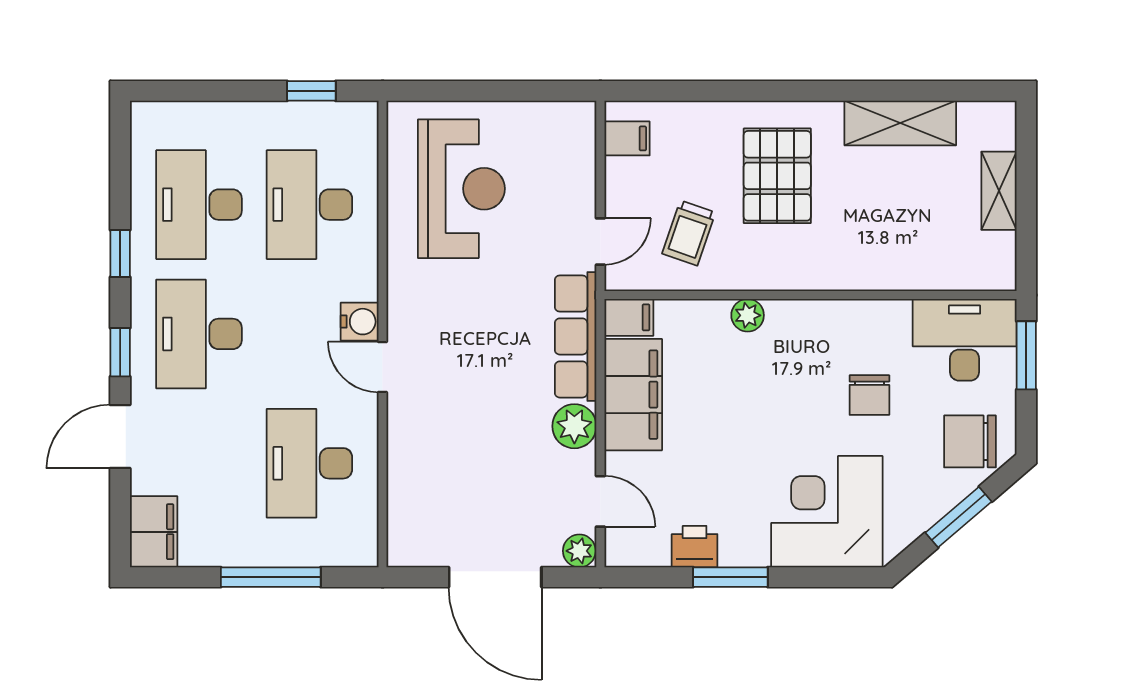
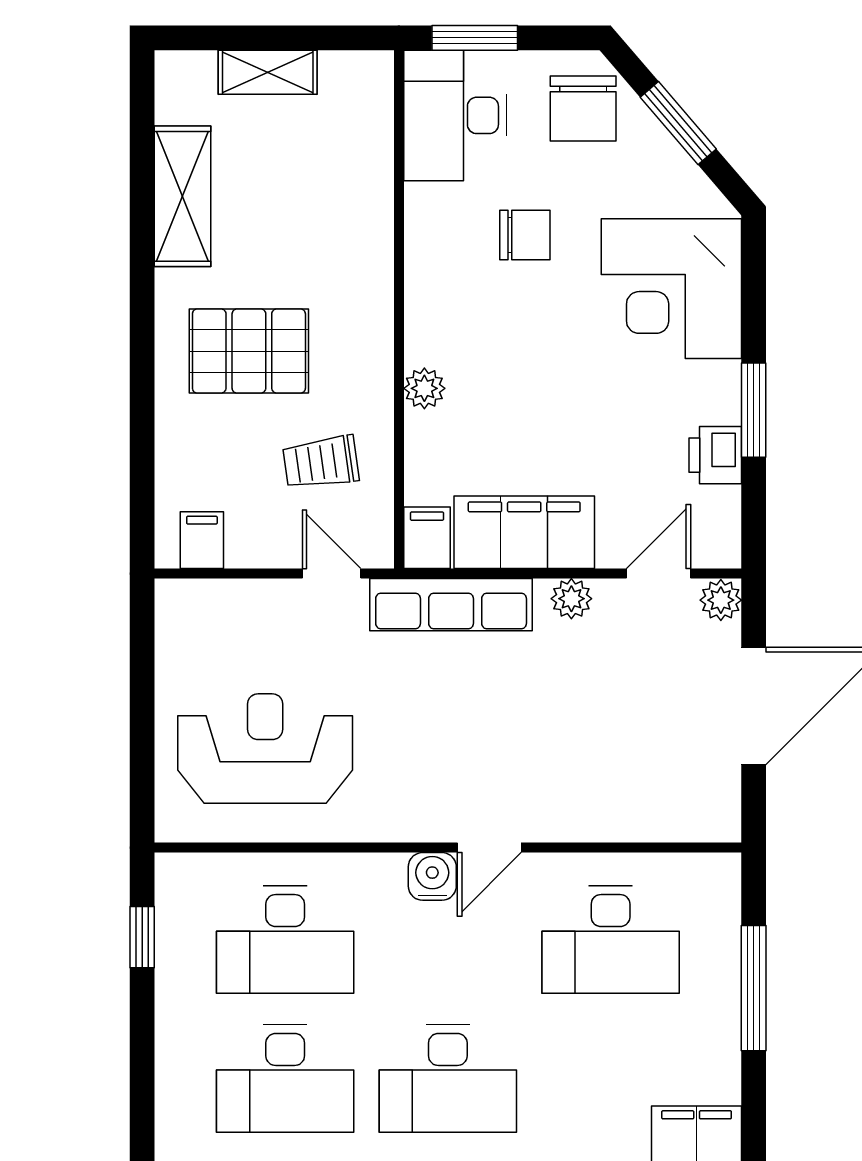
trolley: (689, 233) -> (321, 462), turned 153
plant: (574, 426) -> (571, 599), width x0.73, depth x0.73

